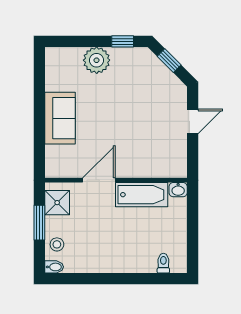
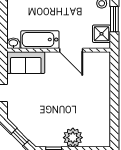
sofa: (60, 118) -> (26, 63), moved, turned -90
door: (99, 180) -> (71, 50), hinge flipped

